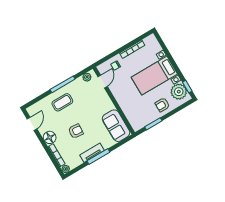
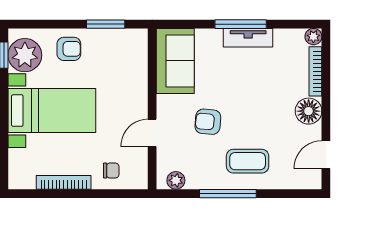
door: (103, 81) -> (152, 133), moved
armchair: (76, 131) -> (208, 122), moved

